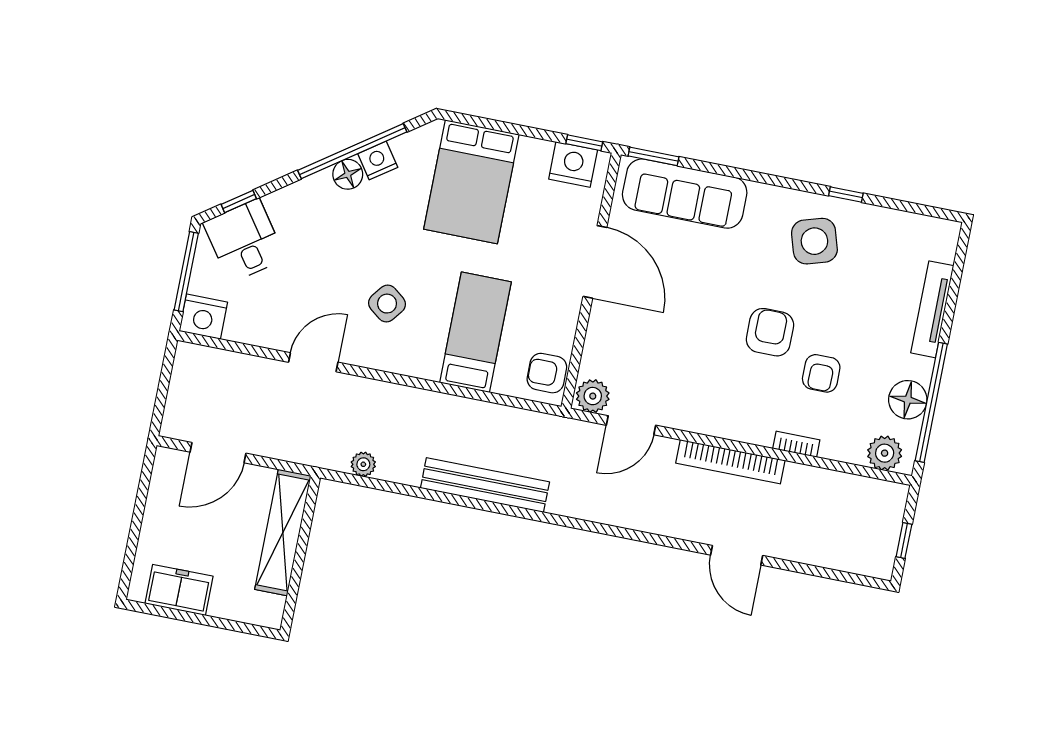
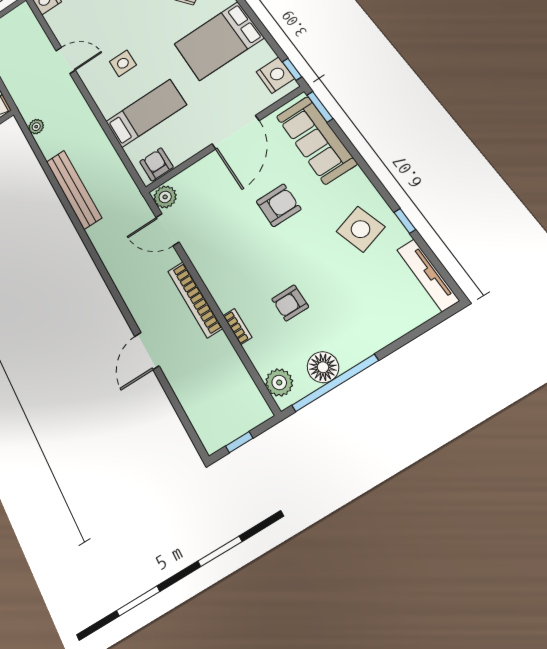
side table: (387, 304) -> (123, 63), turned -38
tv unit: (932, 309) -> (428, 275), moved, turned -90
armchair: (770, 332) -> (279, 205), moved

